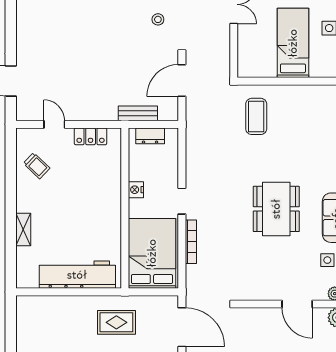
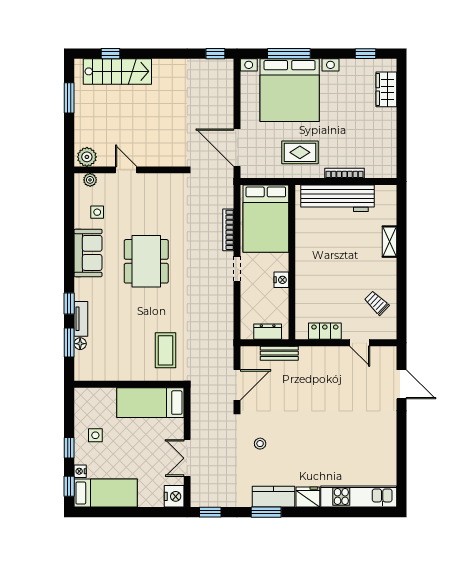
bed: (293, 43) -> (150, 403), moved, turned 90
bookcase: (70, 301) -> (344, 173), added
door: (297, 304) -> (126, 170), width x0.73

